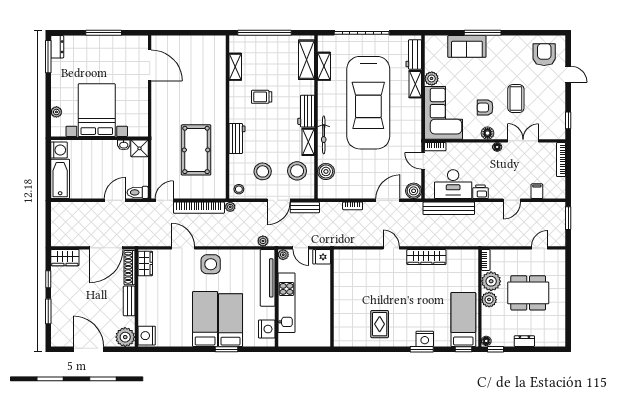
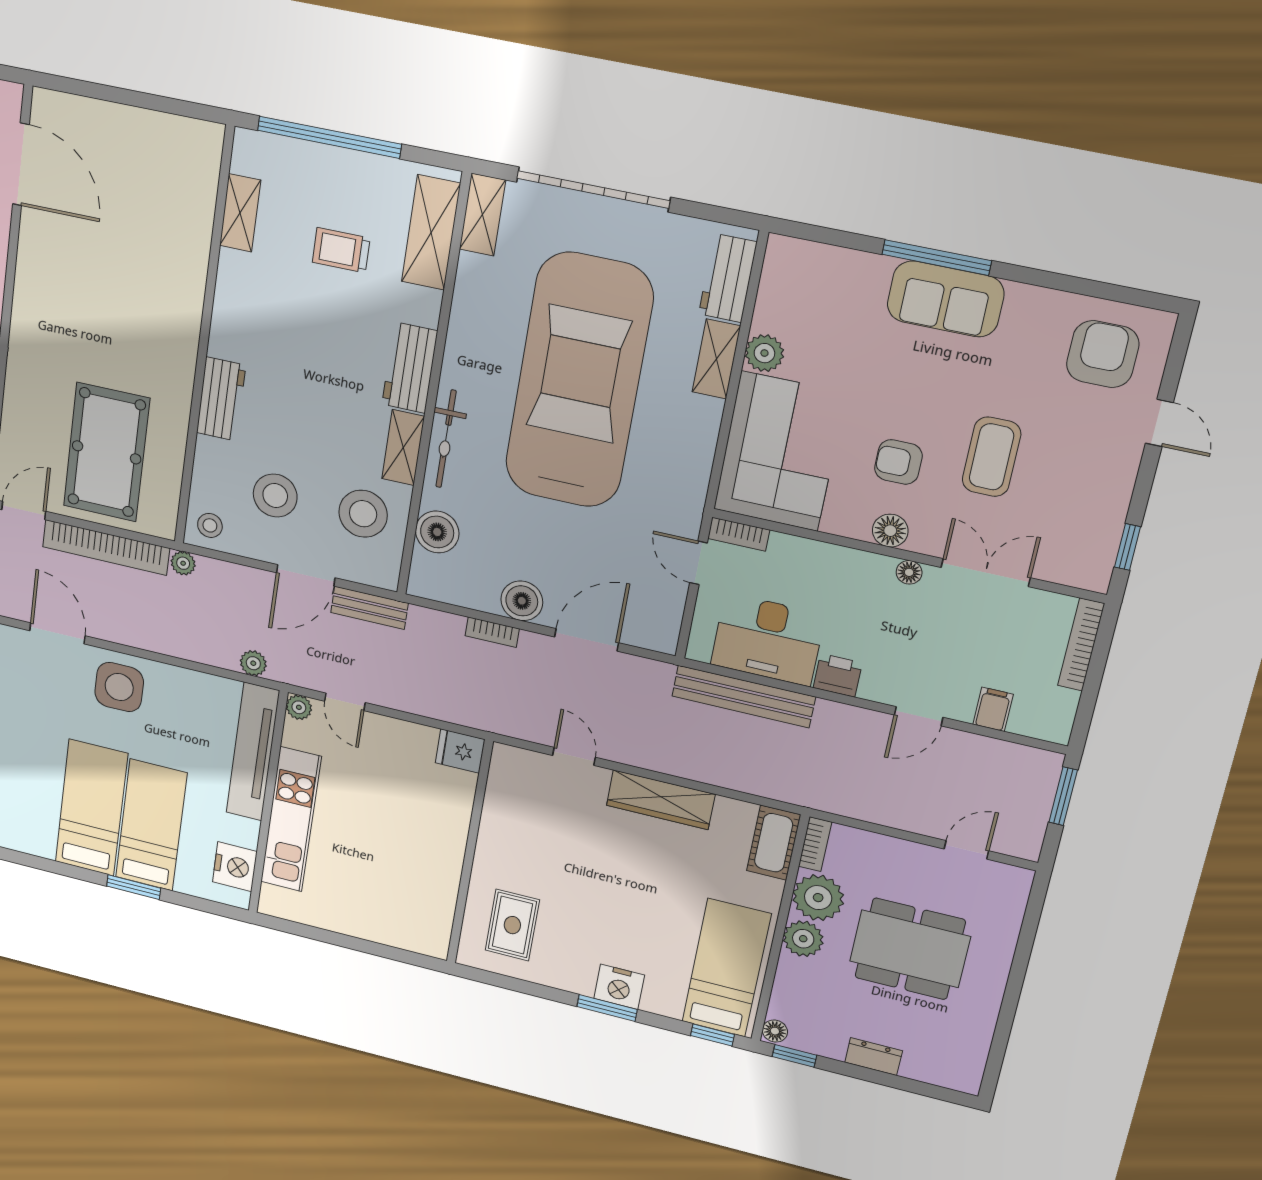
sofa: (467, 46) -> (945, 299), moved
shelving: (324, 66) -> (482, 215), moved
trolley: (262, 97) -> (341, 250), moved
car: (368, 103) -> (579, 381), turned 180
pool table: (196, 150) -> (107, 452), moved
boiler: (414, 191) -> (522, 601), moved
fridge: (322, 257) -> (460, 751), moved
cot: (471, 263) -> (774, 843), added
wall: (332, 298) -> (470, 853), moved

